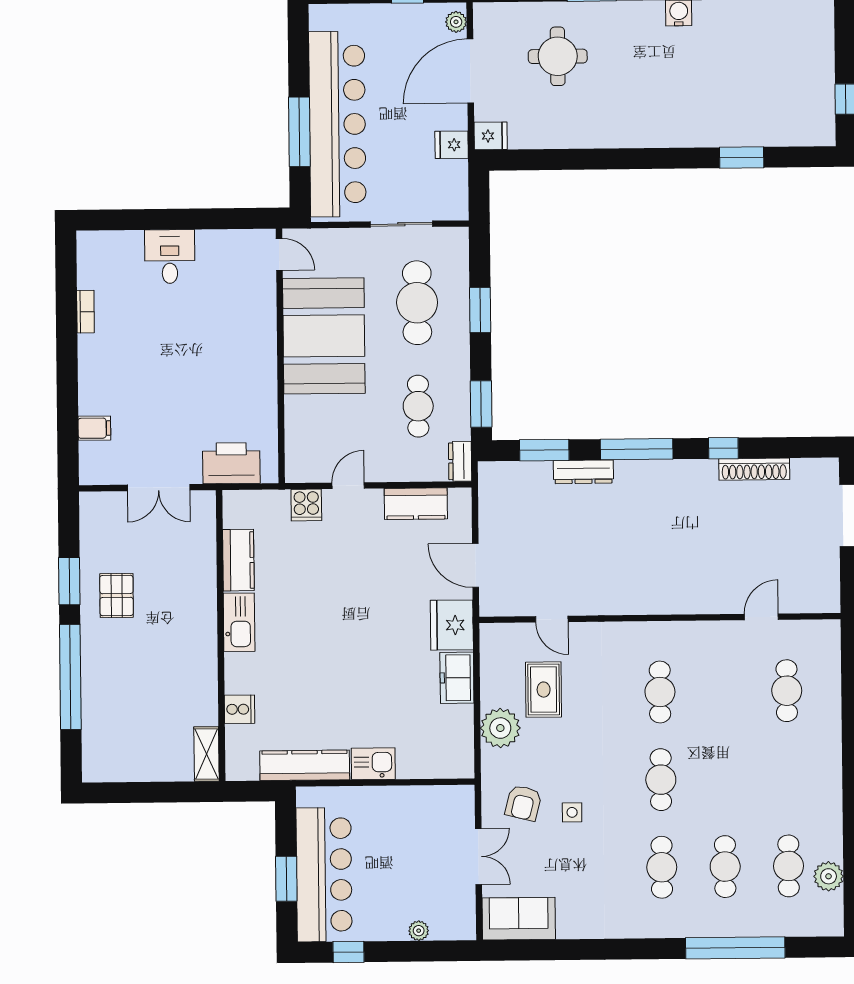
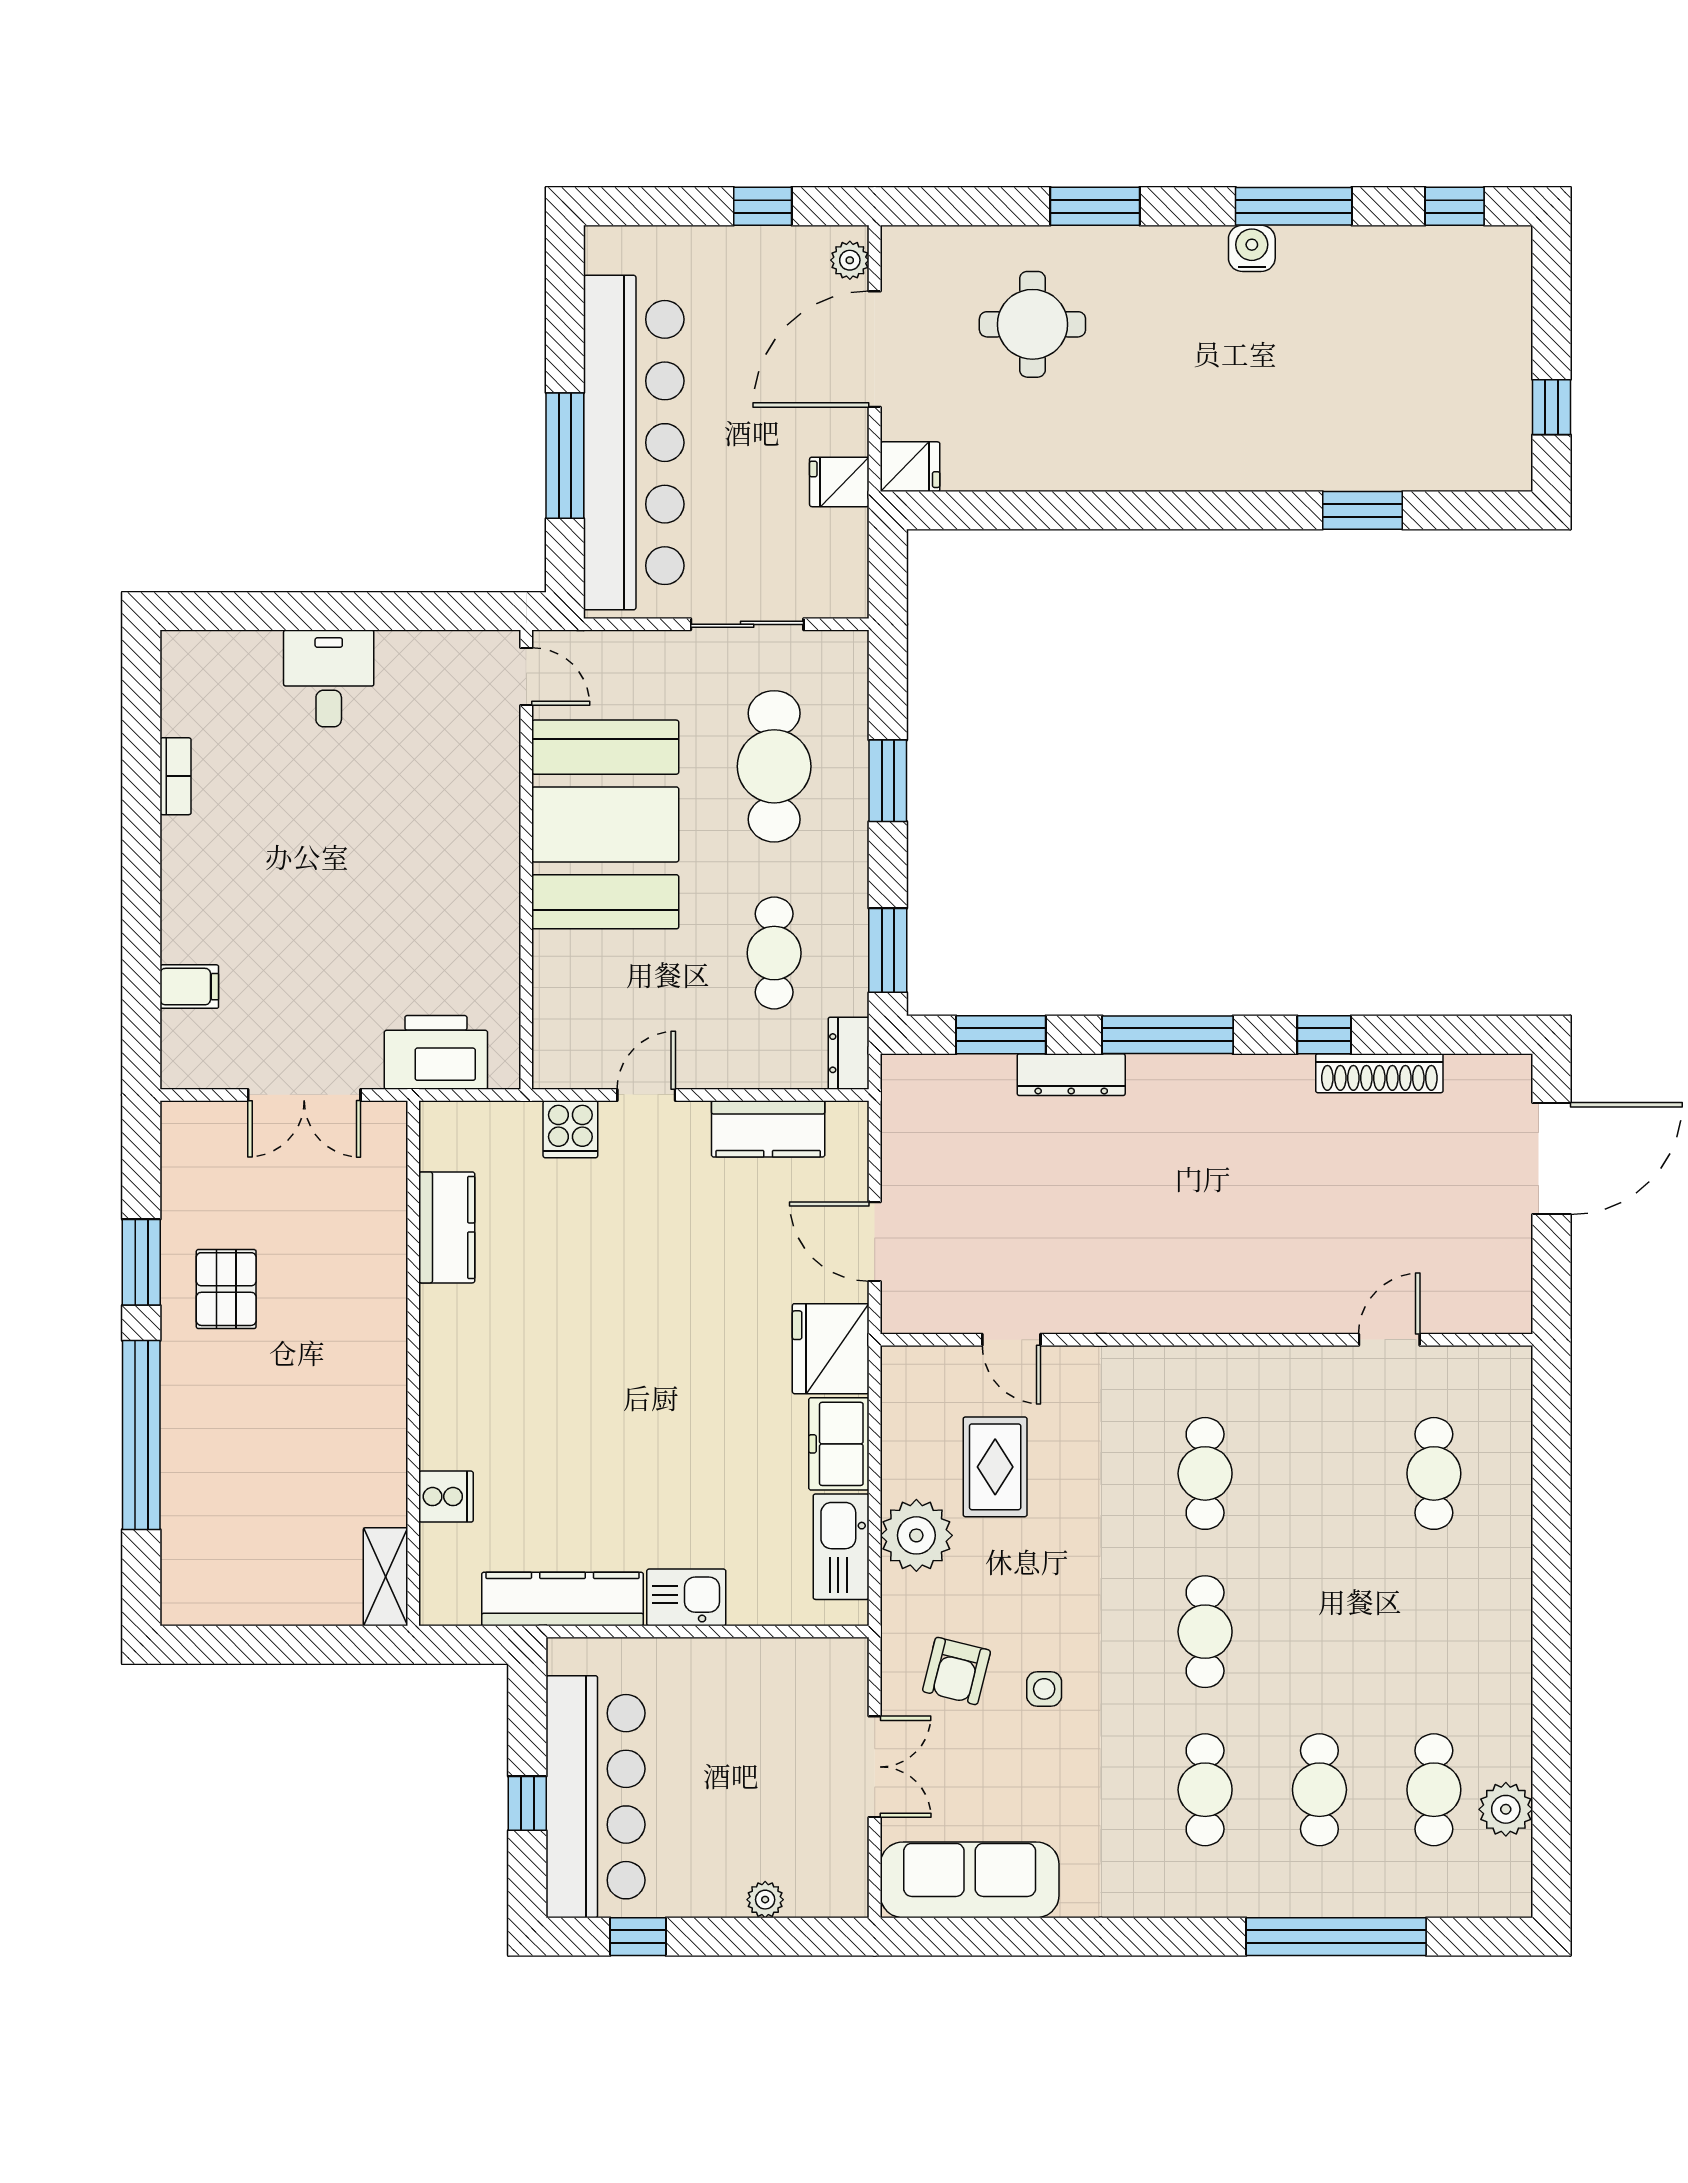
kitchen sink: (239, 622) -> (841, 1547), moved, turned 180
window: (286, 879) -> (527, 1803), width x0.67
sofa: (519, 919) -> (970, 1880), width x1.36

